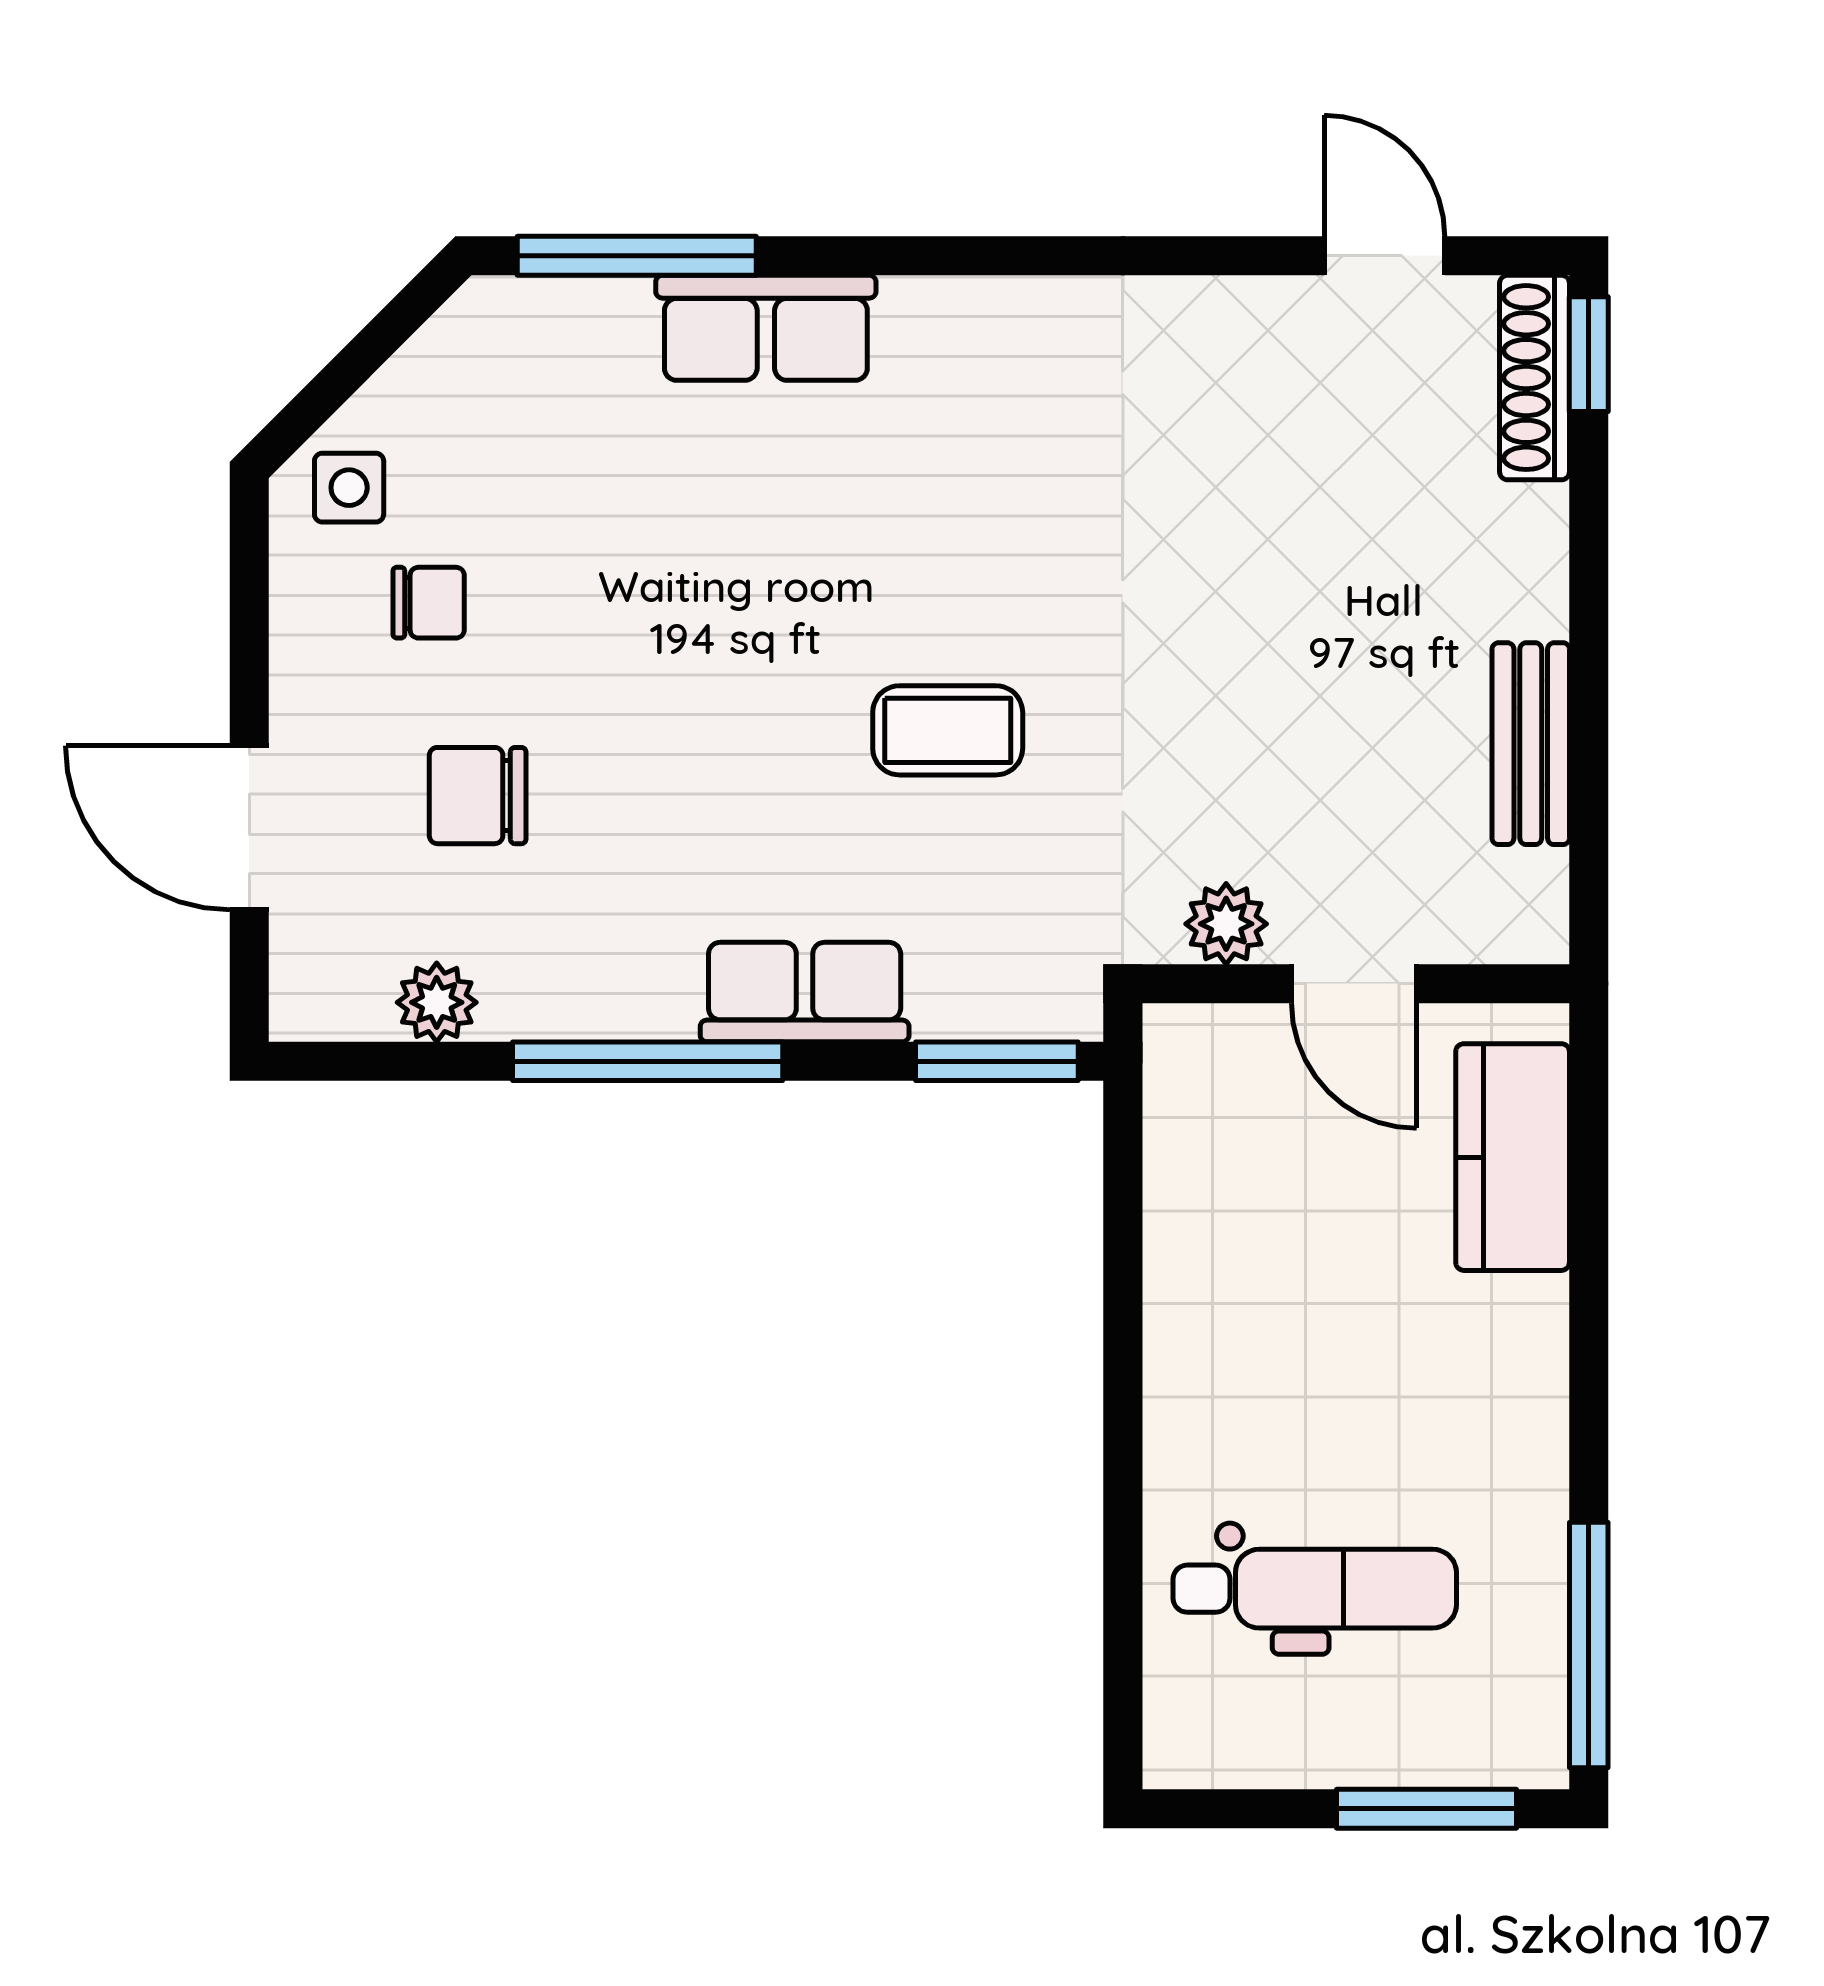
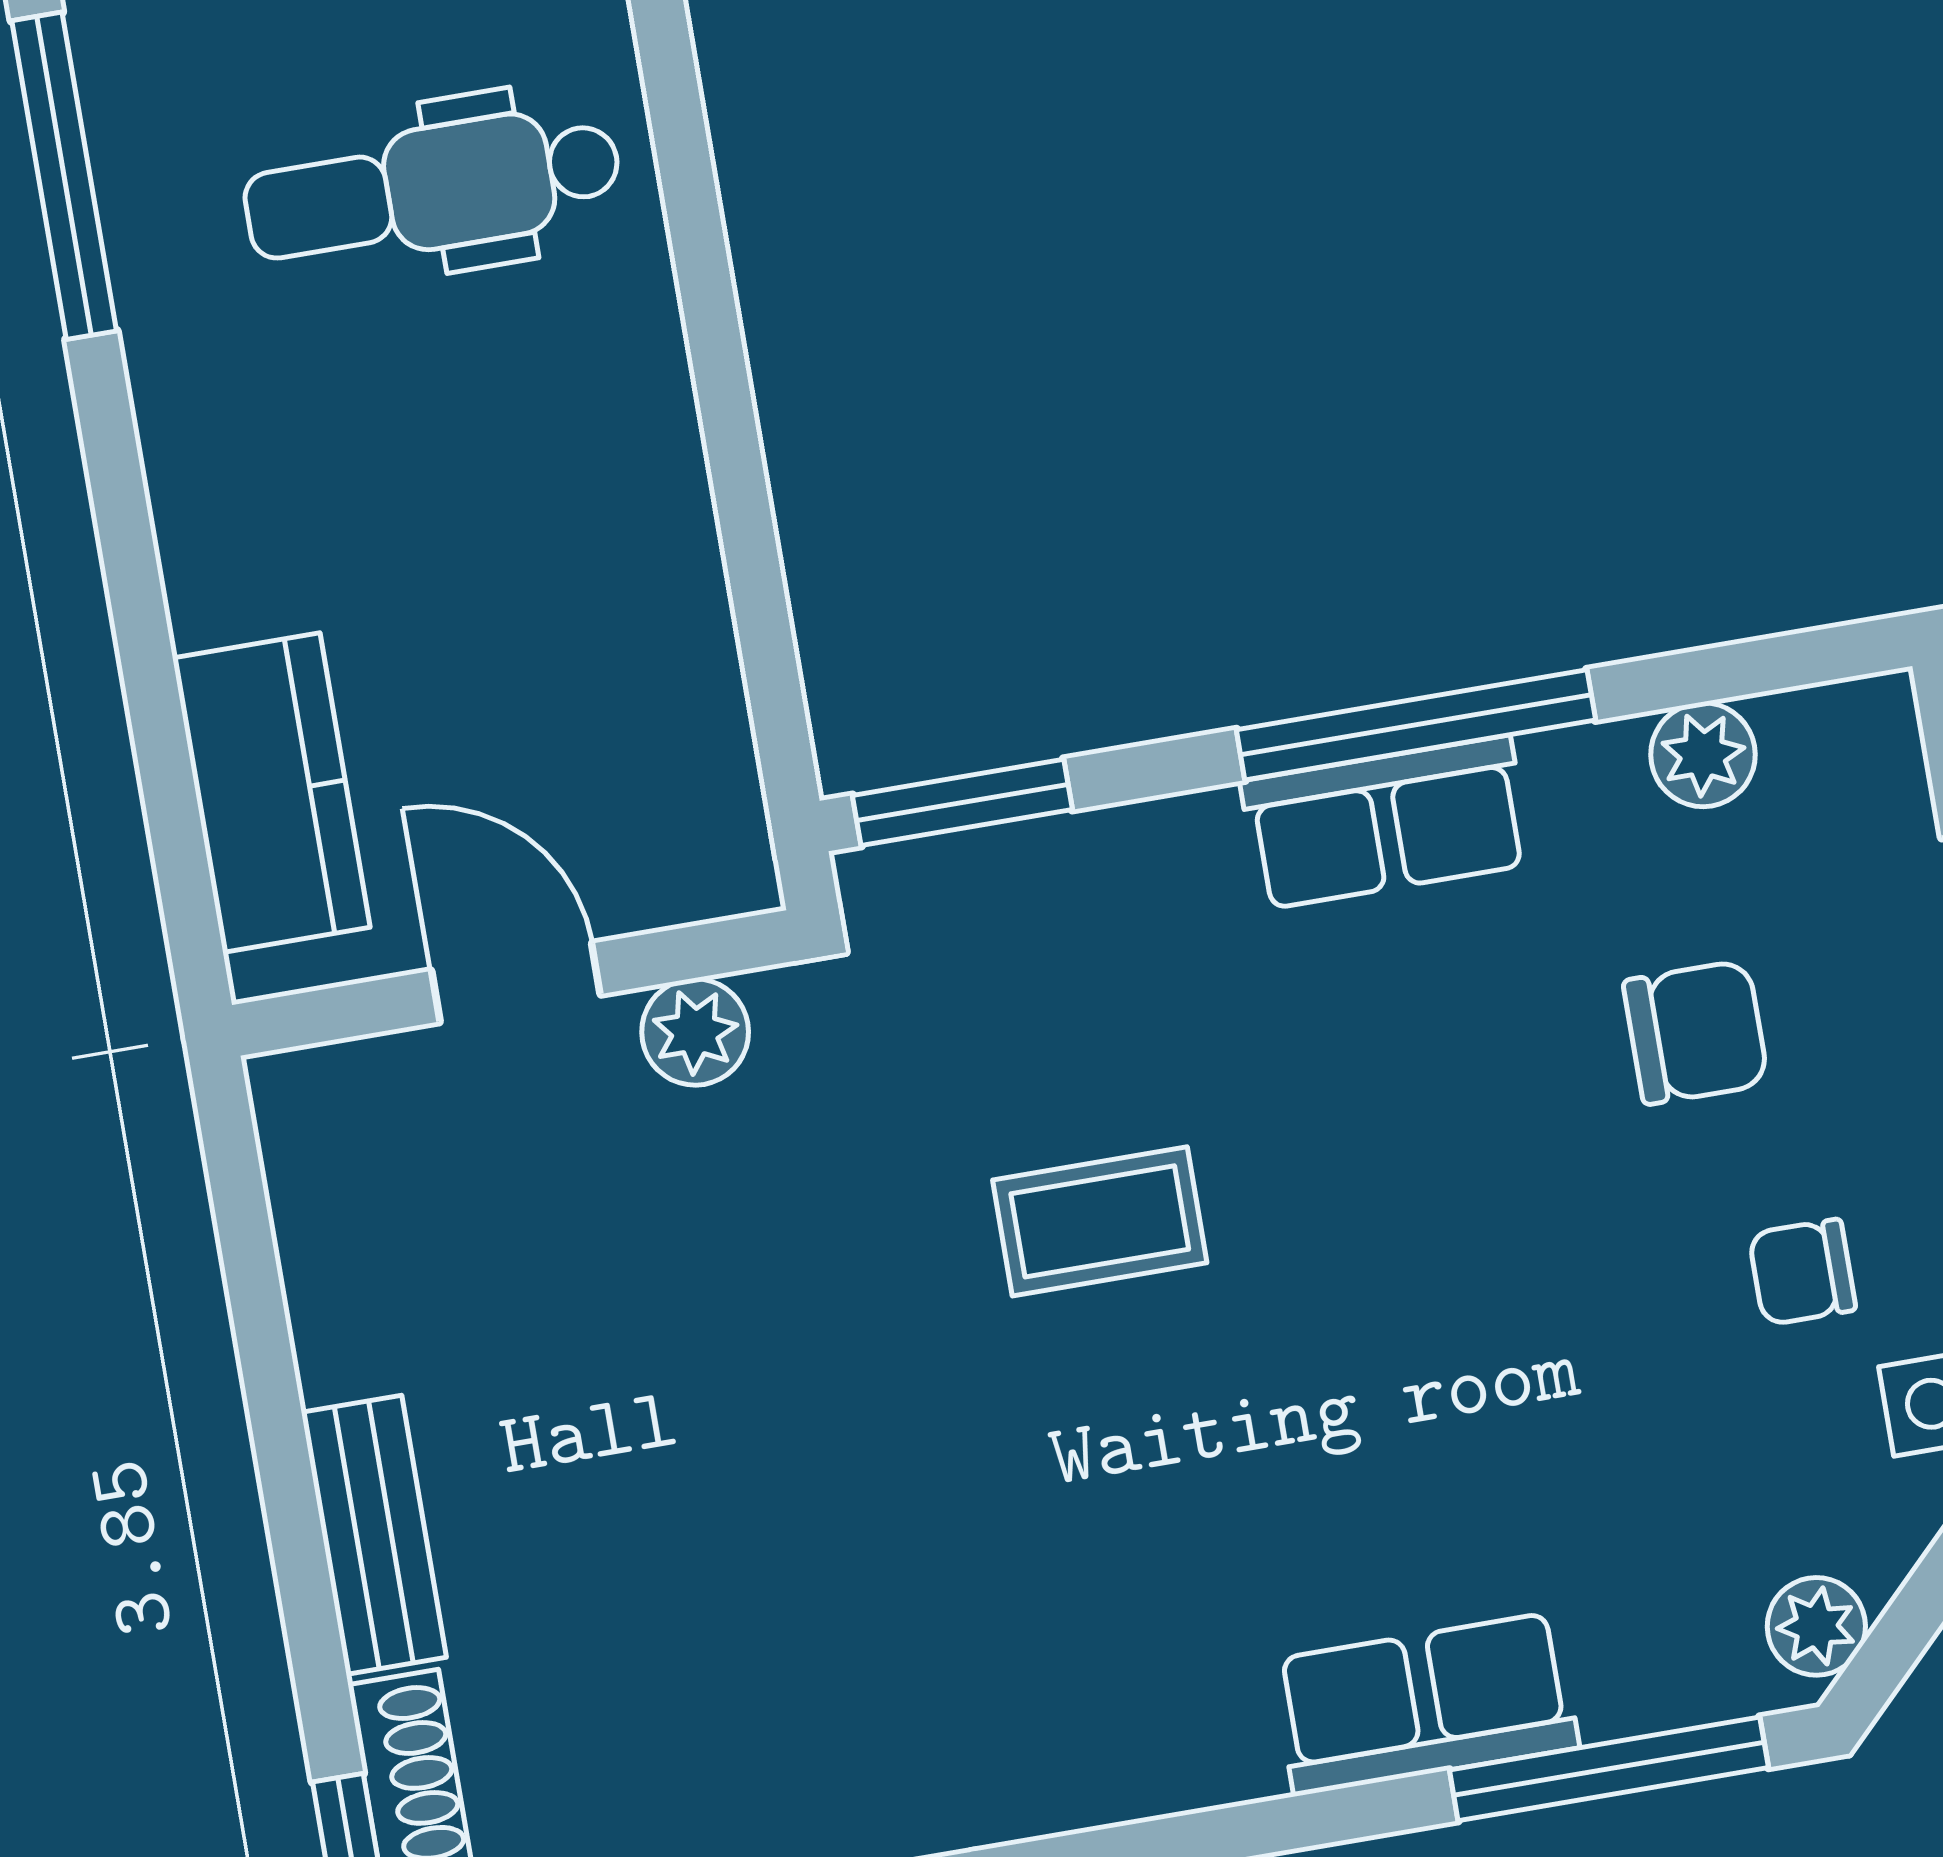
plant: (463, 336) -> (1816, 1626), added
bench: (1531, 744) -> (374, 1535), moved
row of seats: (805, 992) -> (1386, 823), moved

